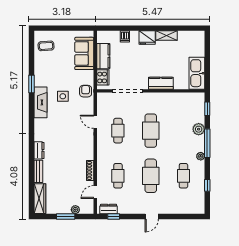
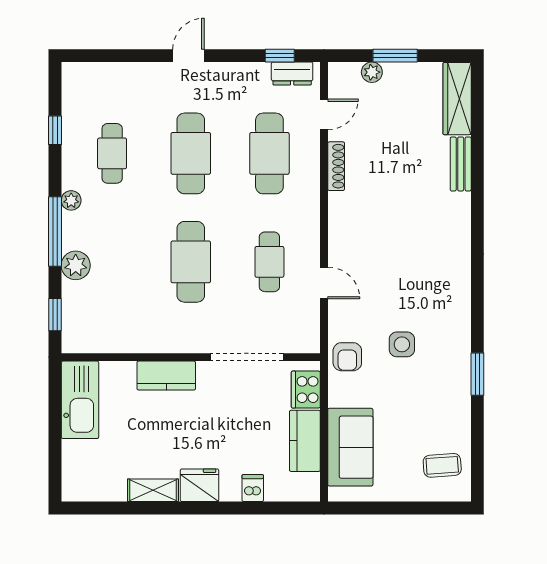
fireplace: (40, 102) -> (456, 330), removed
dresser: (39, 150) -> (459, 214), removed
cafe table: (118, 176) -> (269, 153), width x1.37, depth x1.35

